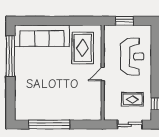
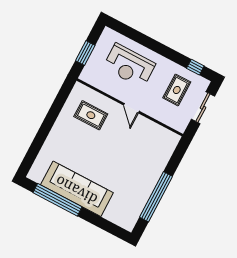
sofa: (42, 36) -> (77, 189), moved, turned -90
rug: (83, 48) -> (91, 115), width x0.73, depth x0.70
reception desk: (132, 57) -> (129, 66), turned 180

